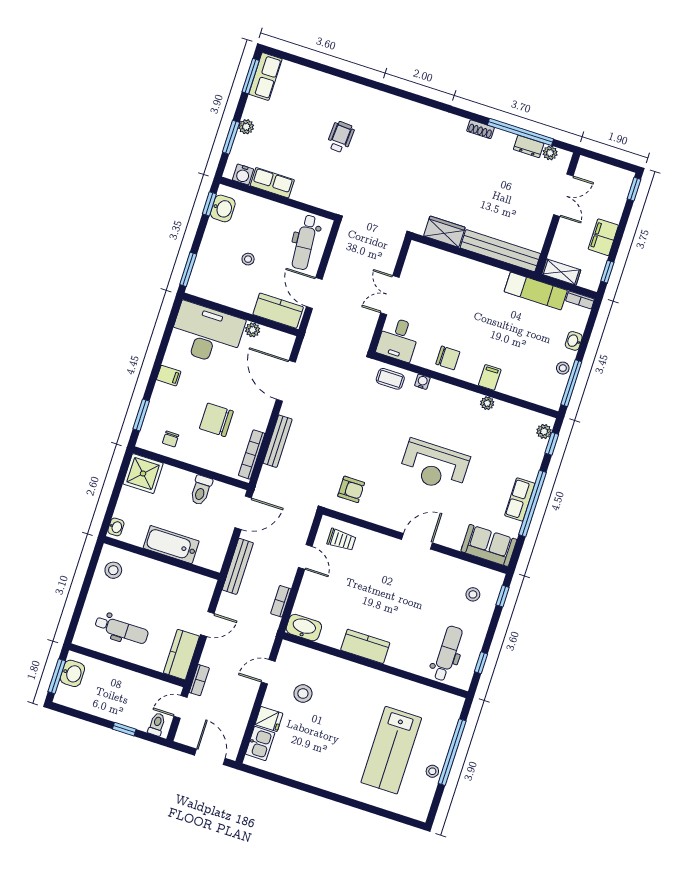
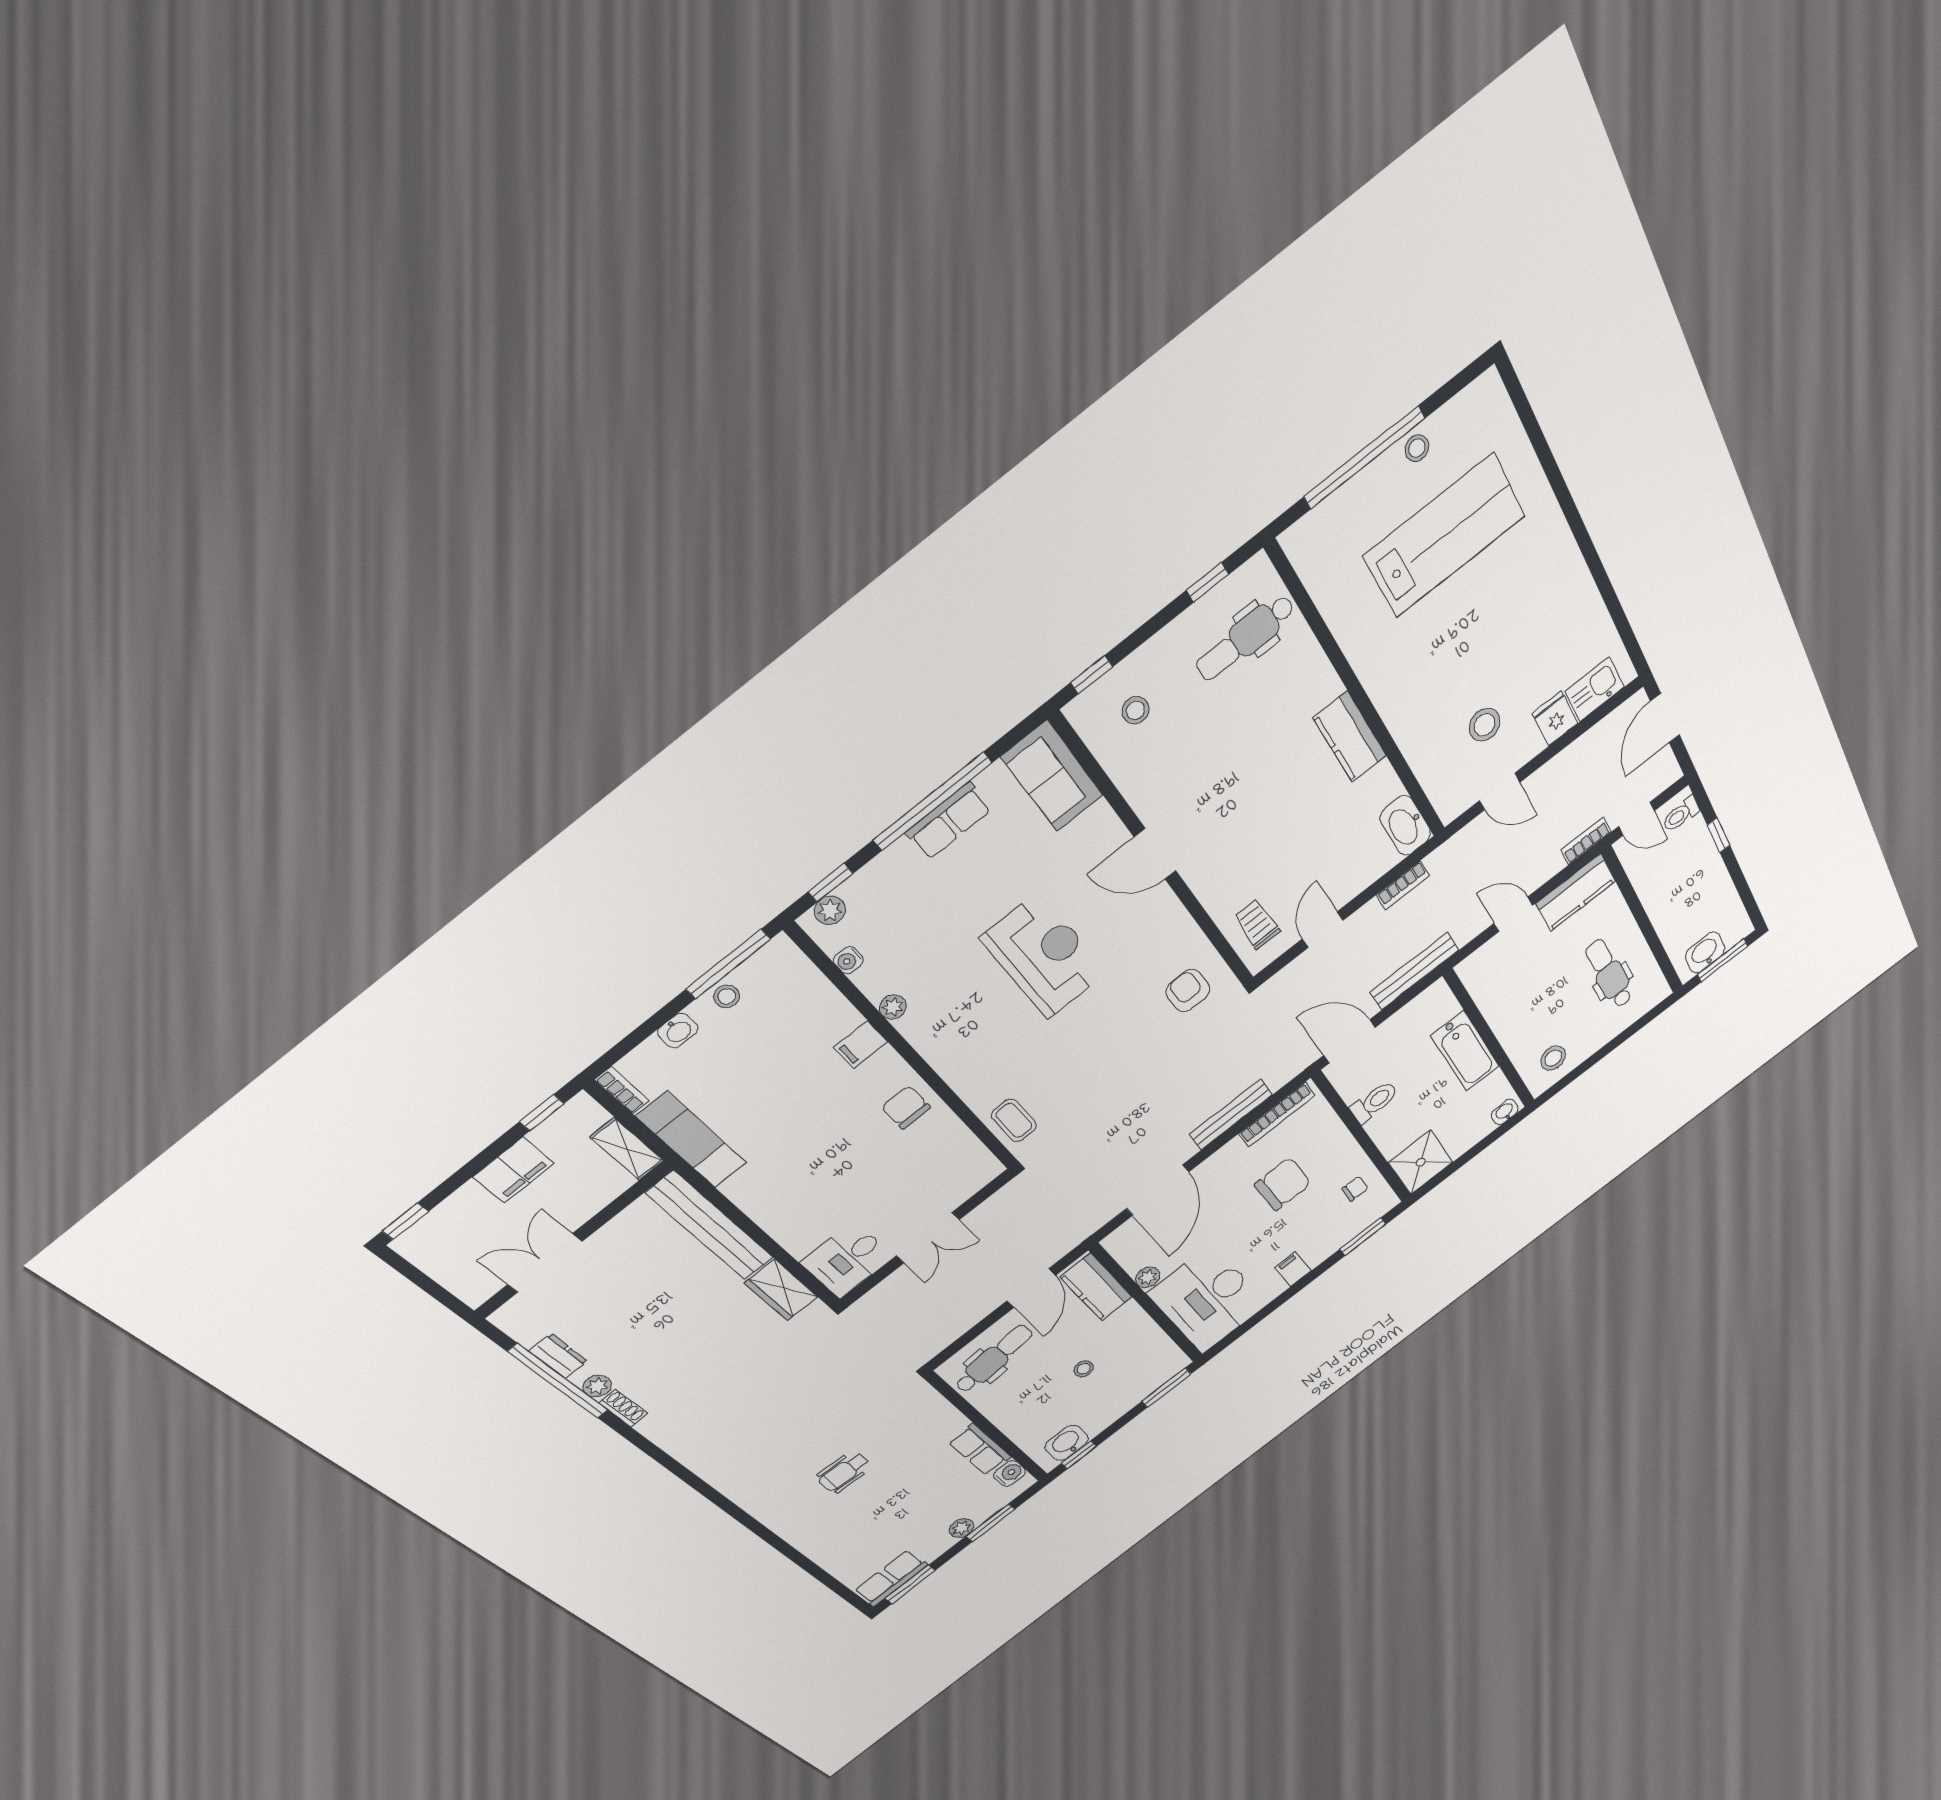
plant: (550, 153) -> (597, 1386), moved
desk: (398, 339) -> (847, 1260), moved, turned 180
water cooler: (422, 382) -> (848, 960), moved
chair: (216, 420) -> (1283, 1184), turned -90

